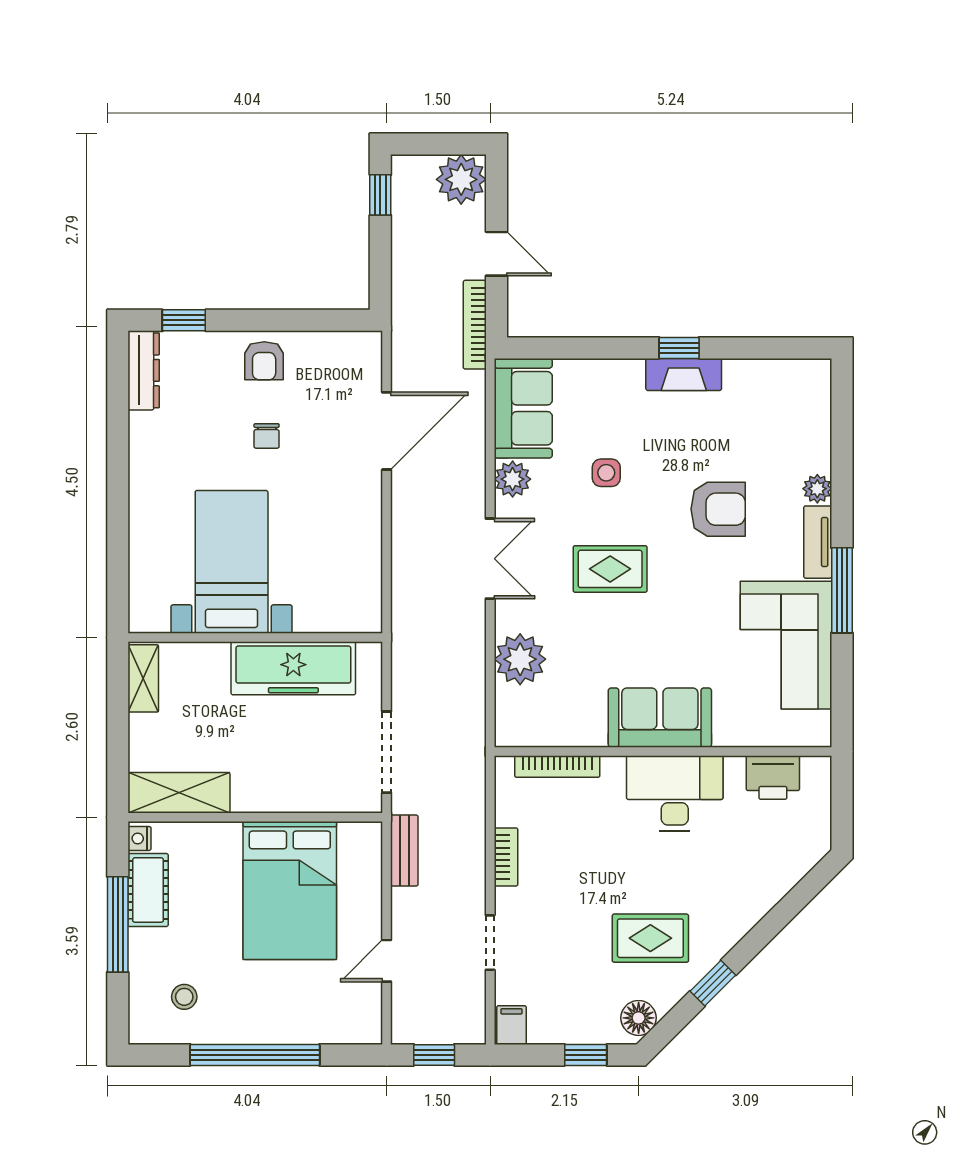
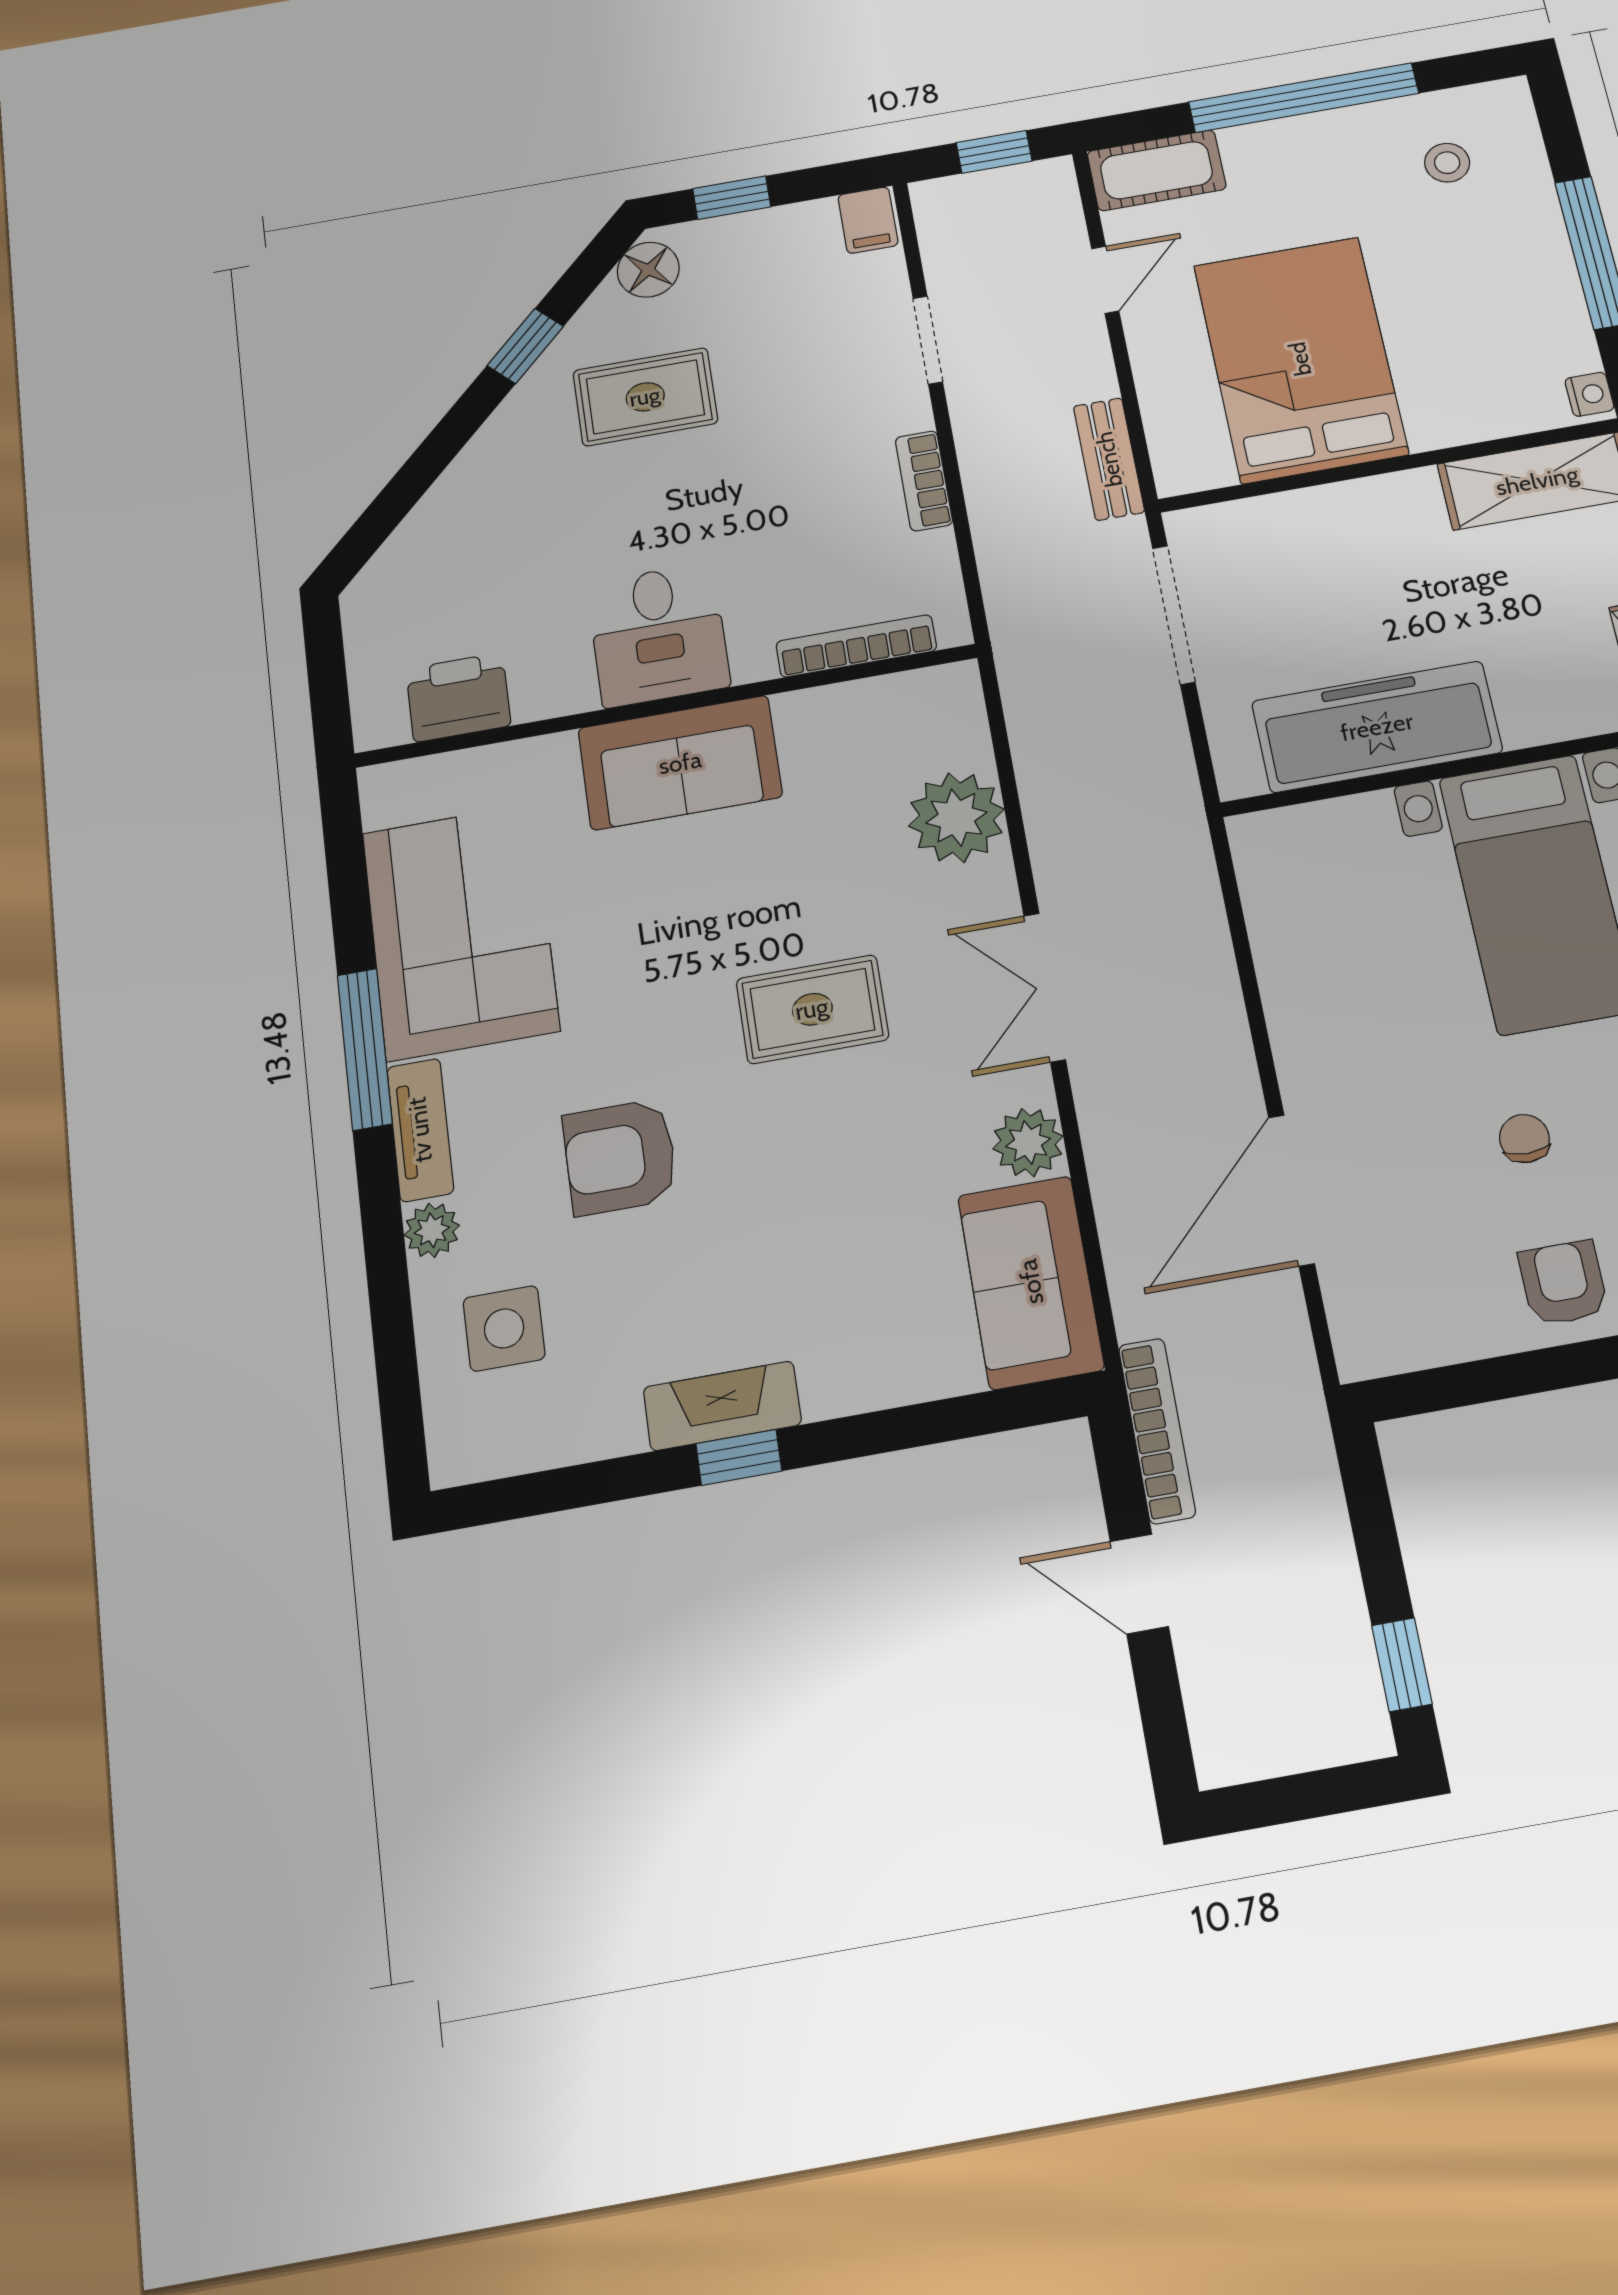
plant: (461, 179) -> (1241, 1728), removed
side table: (606, 473) -> (504, 1328), moved, width x1.37, depth x1.37
desk: (675, 793) -> (658, 635), width x0.73
cot: (148, 890) -> (1156, 170), moved, turned 90

